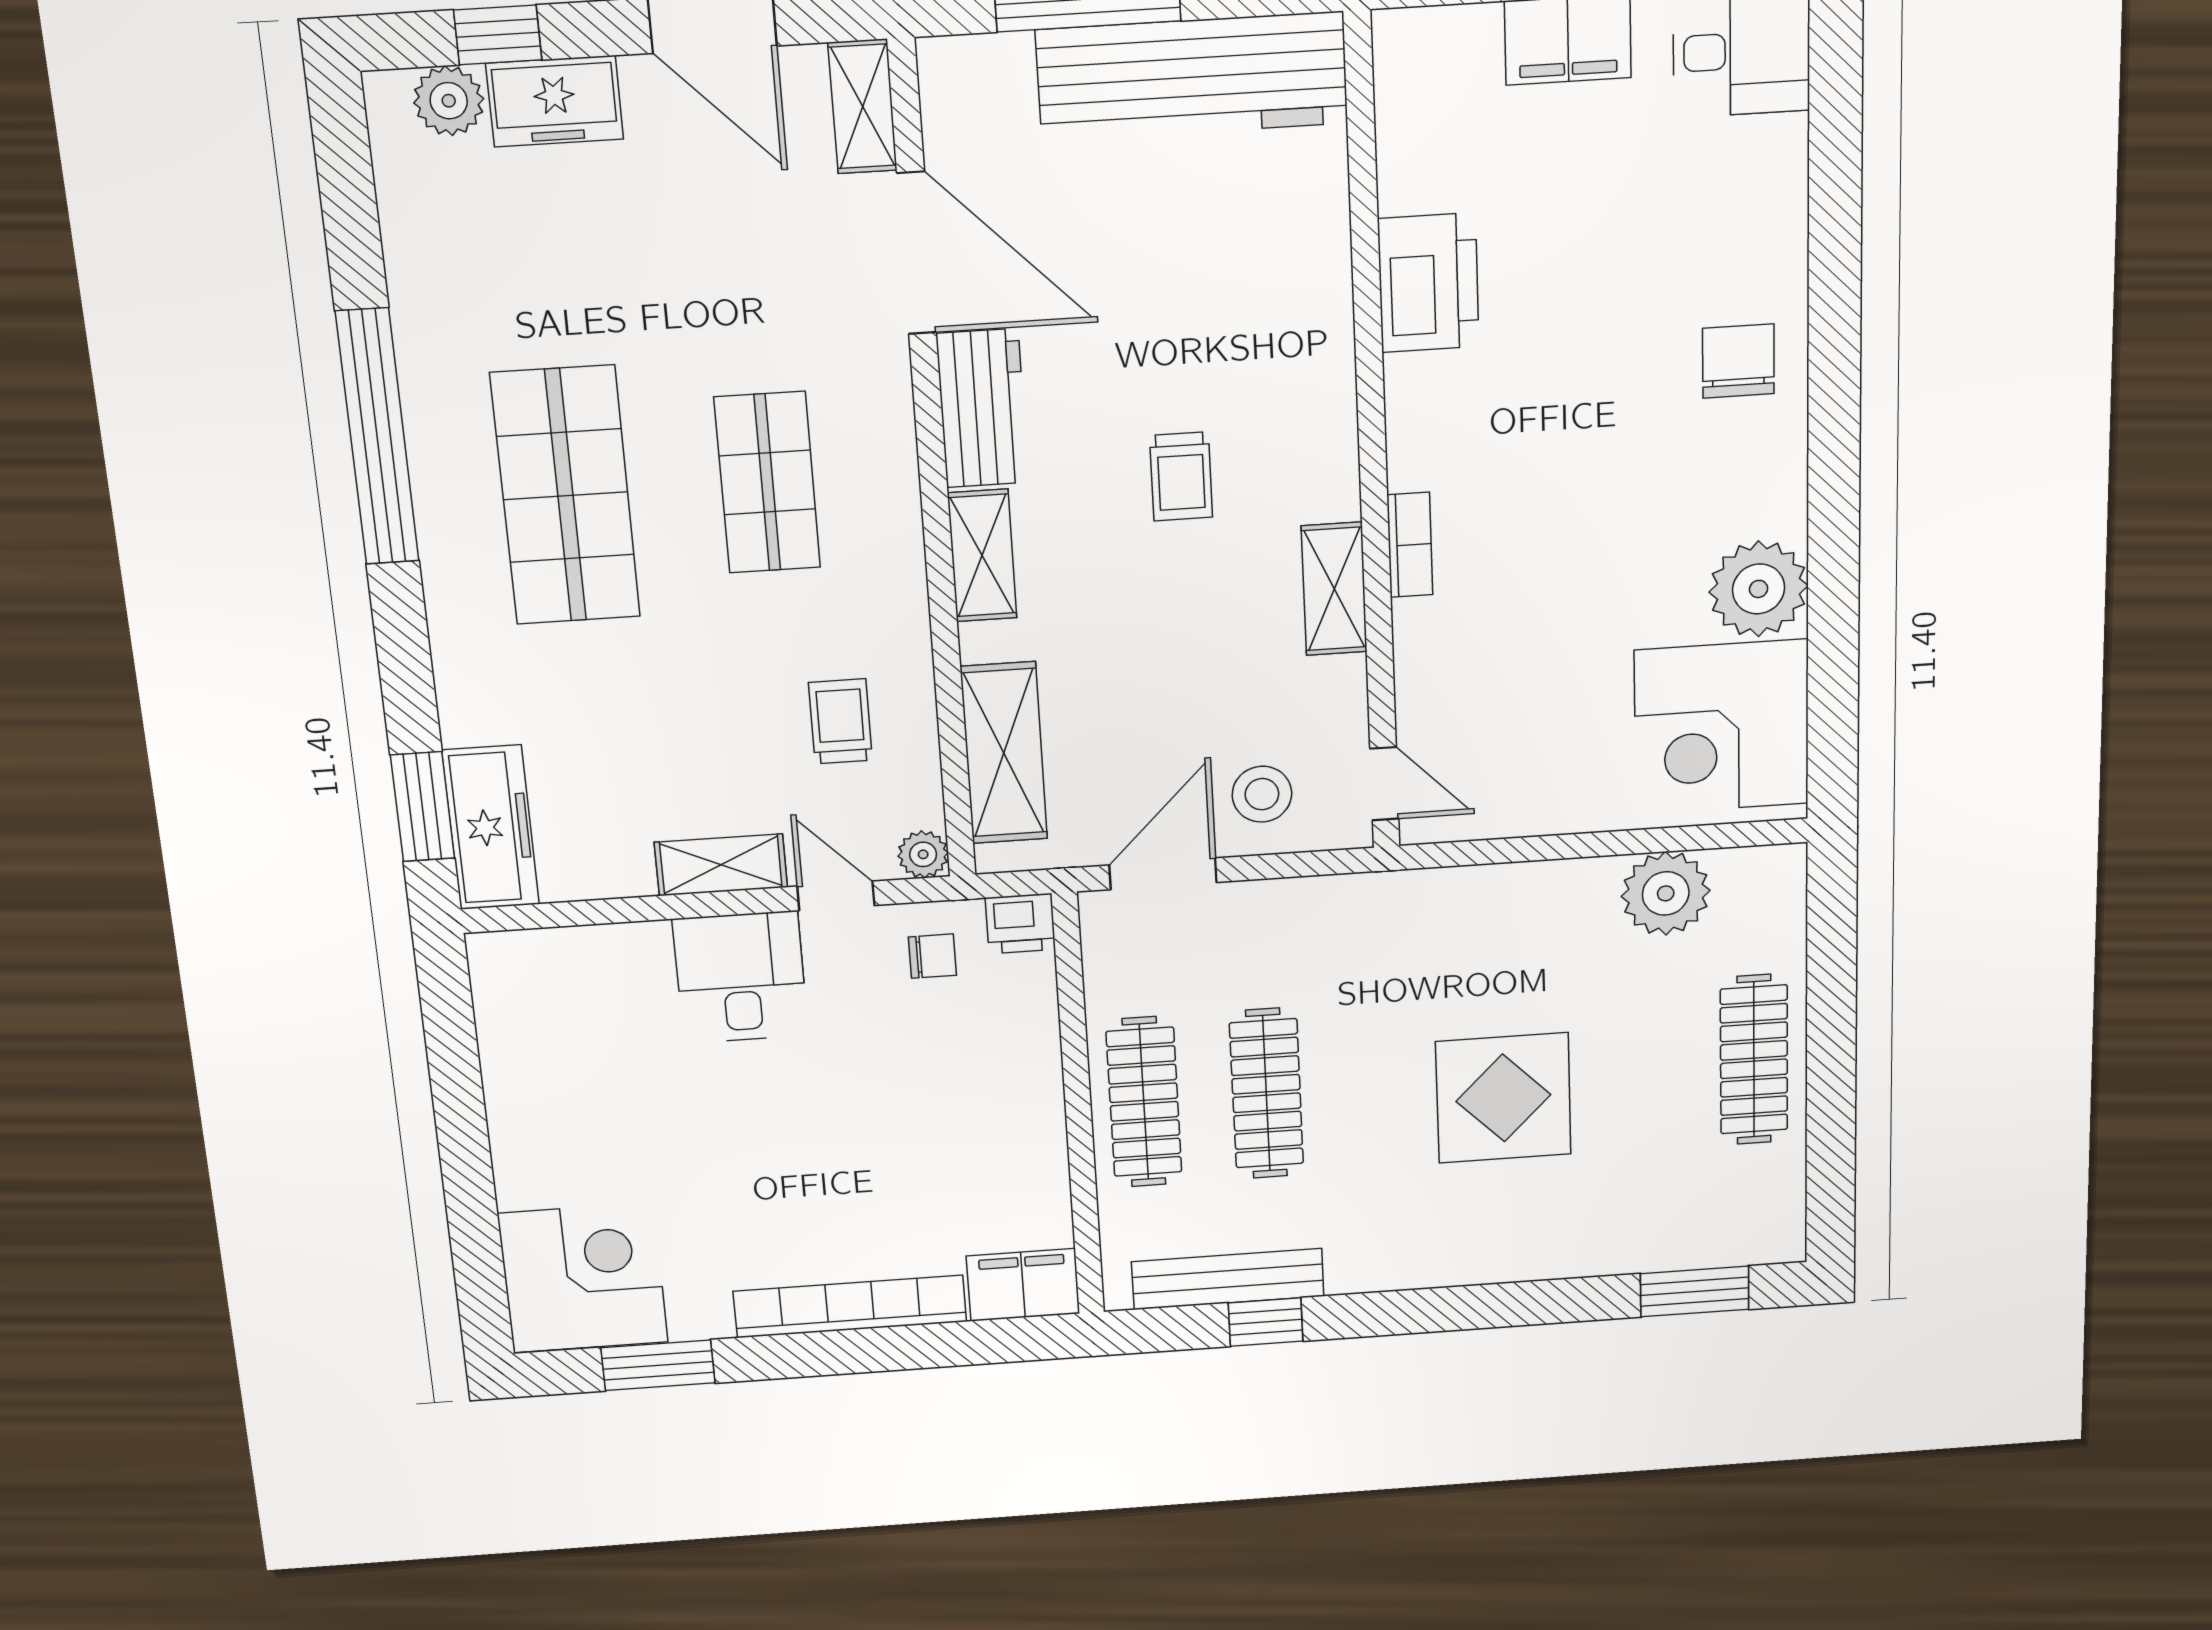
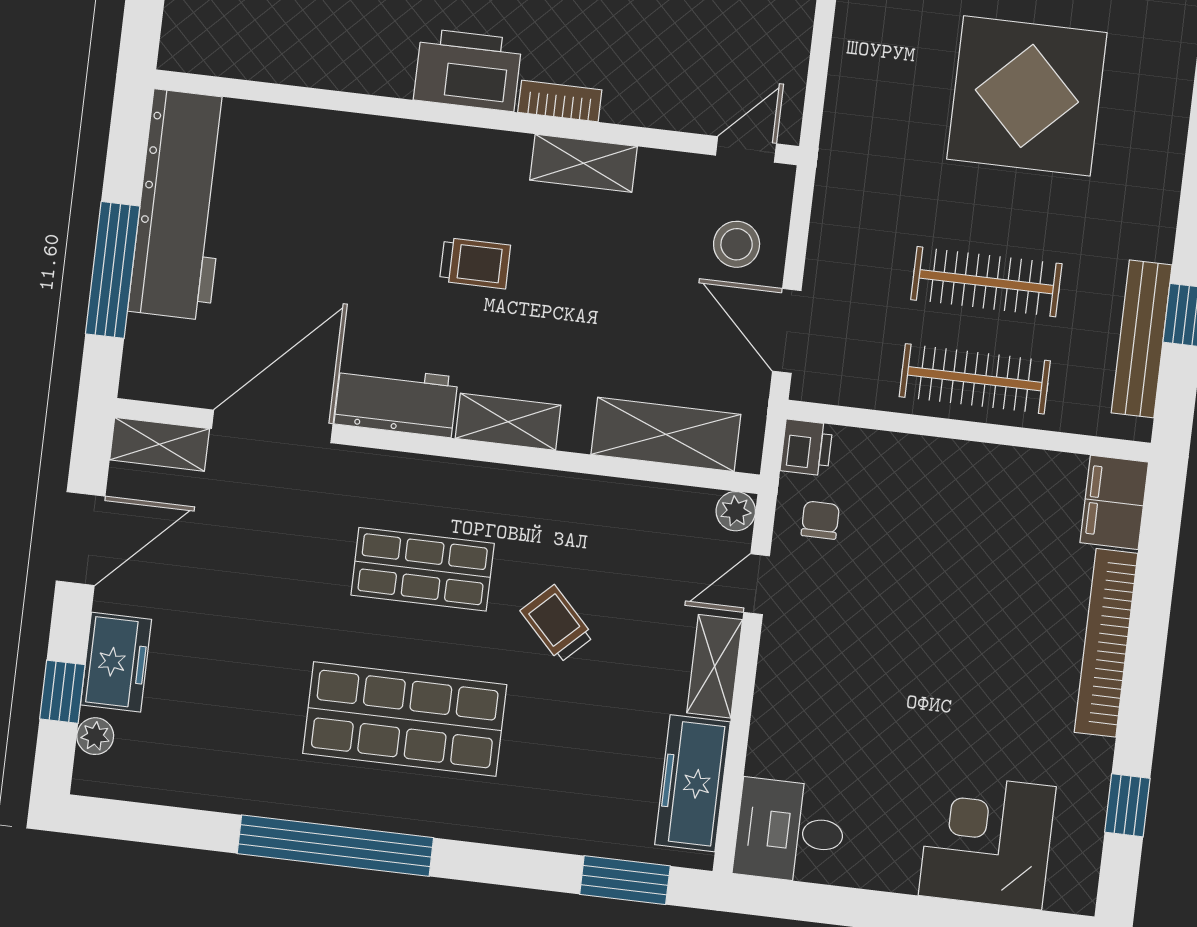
plant: (449, 101) -> (95, 736), width x0.73, depth x0.73
printer: (1428, 283) -> (468, 70), moved
trolley: (840, 721) -> (557, 624), moved, turned 46
freezer: (491, 827) -> (692, 783), moved, turned -90
desk: (741, 977) -> (790, 831), moved
display table: (1503, 1098) -> (1027, 96), width x1.36, depth x1.36
corner desk: (583, 1278) -> (987, 841), moved
window: (658, 1365) -> (1127, 805), width x0.67

